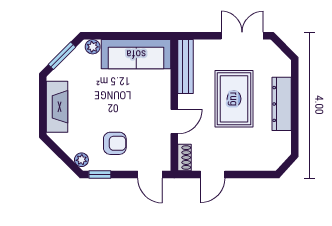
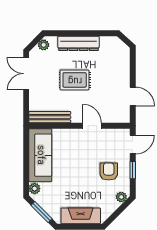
plant: (280, 59) -> (44, 45), added
rug: (234, 99) -> (75, 80), width x0.73, depth x0.70
shoe rack: (184, 158) -> (120, 118), removed
window: (100, 175) -> (133, 170), moved

